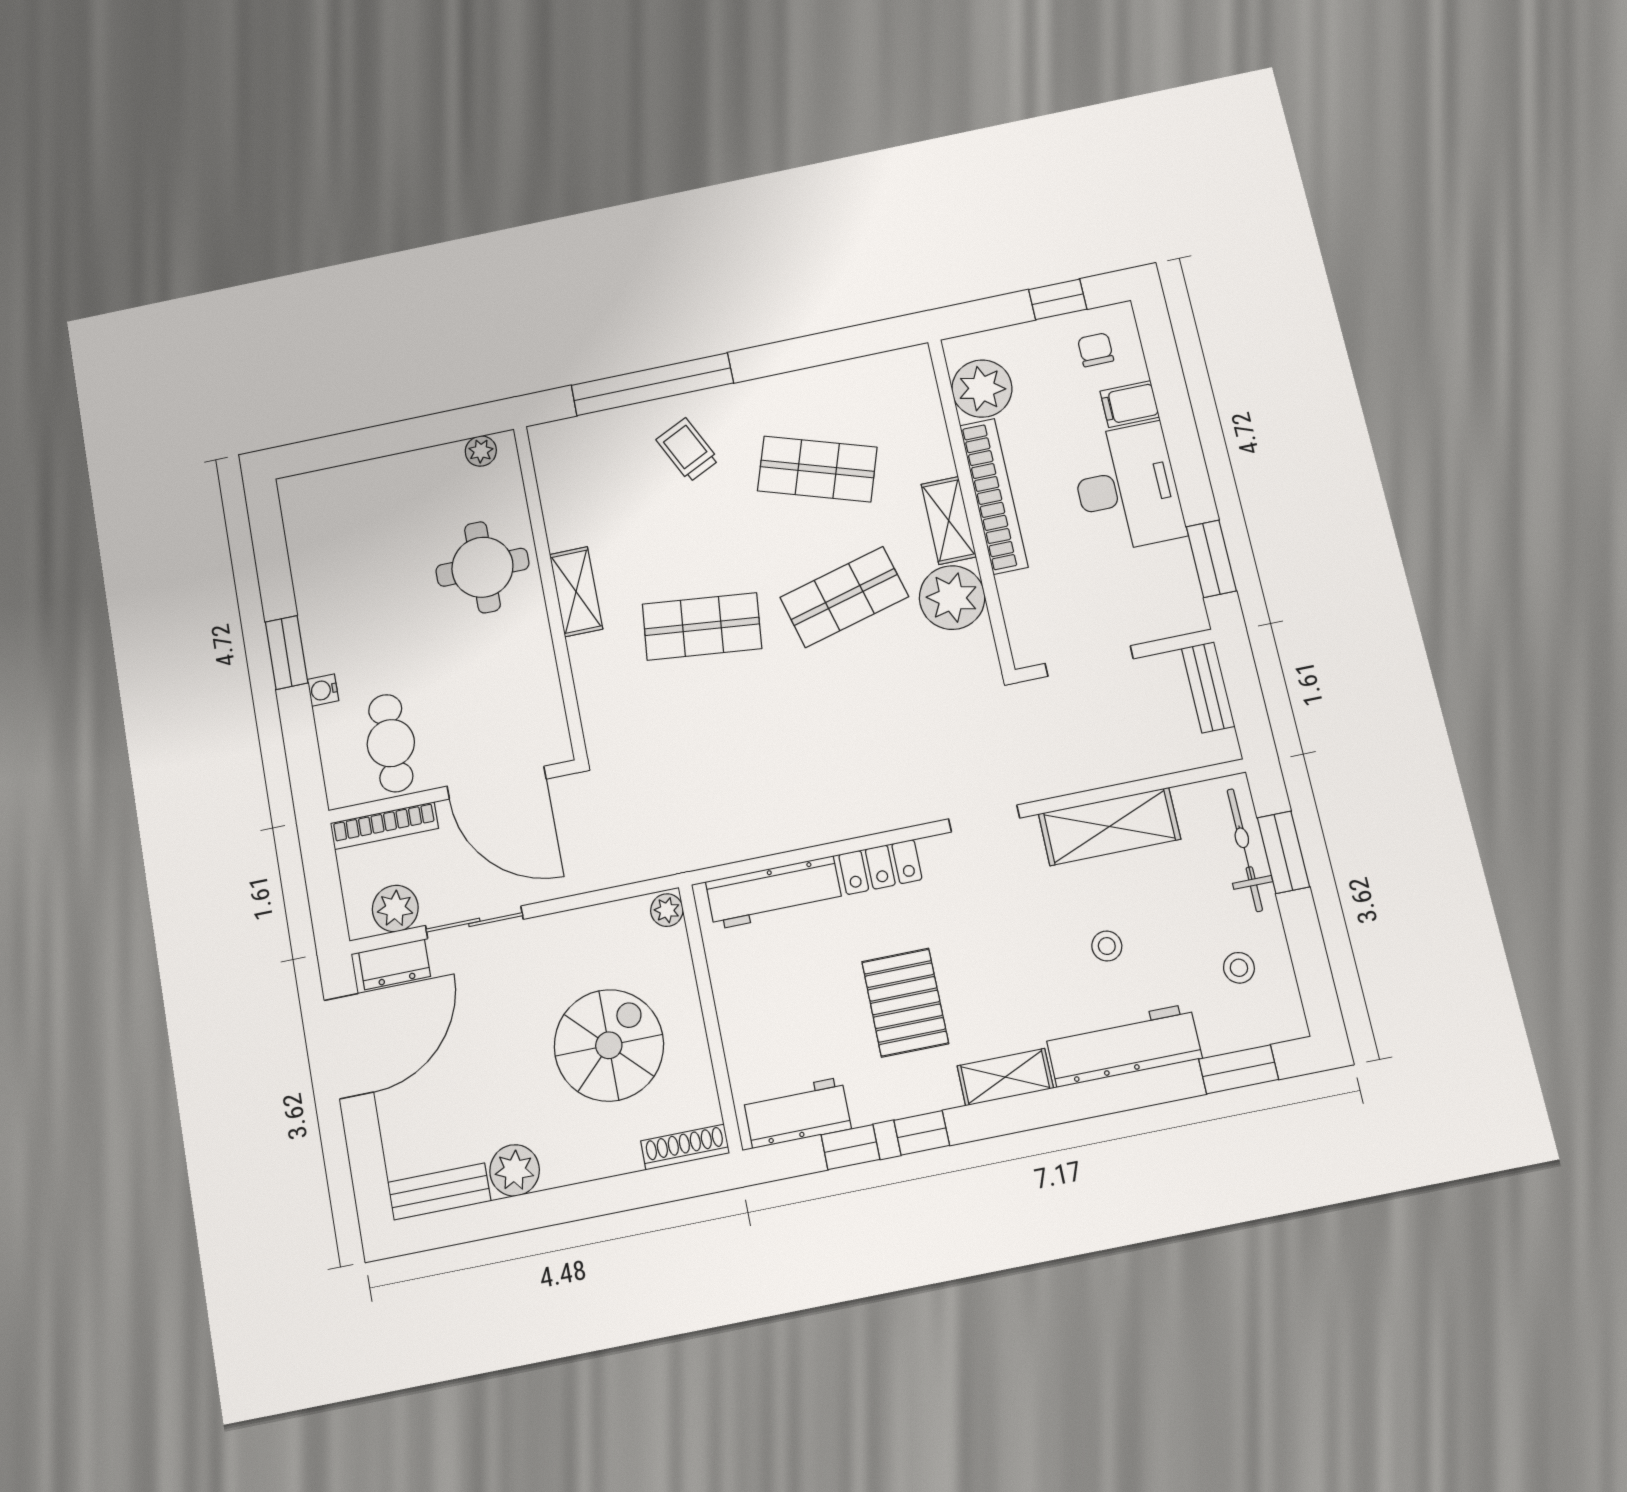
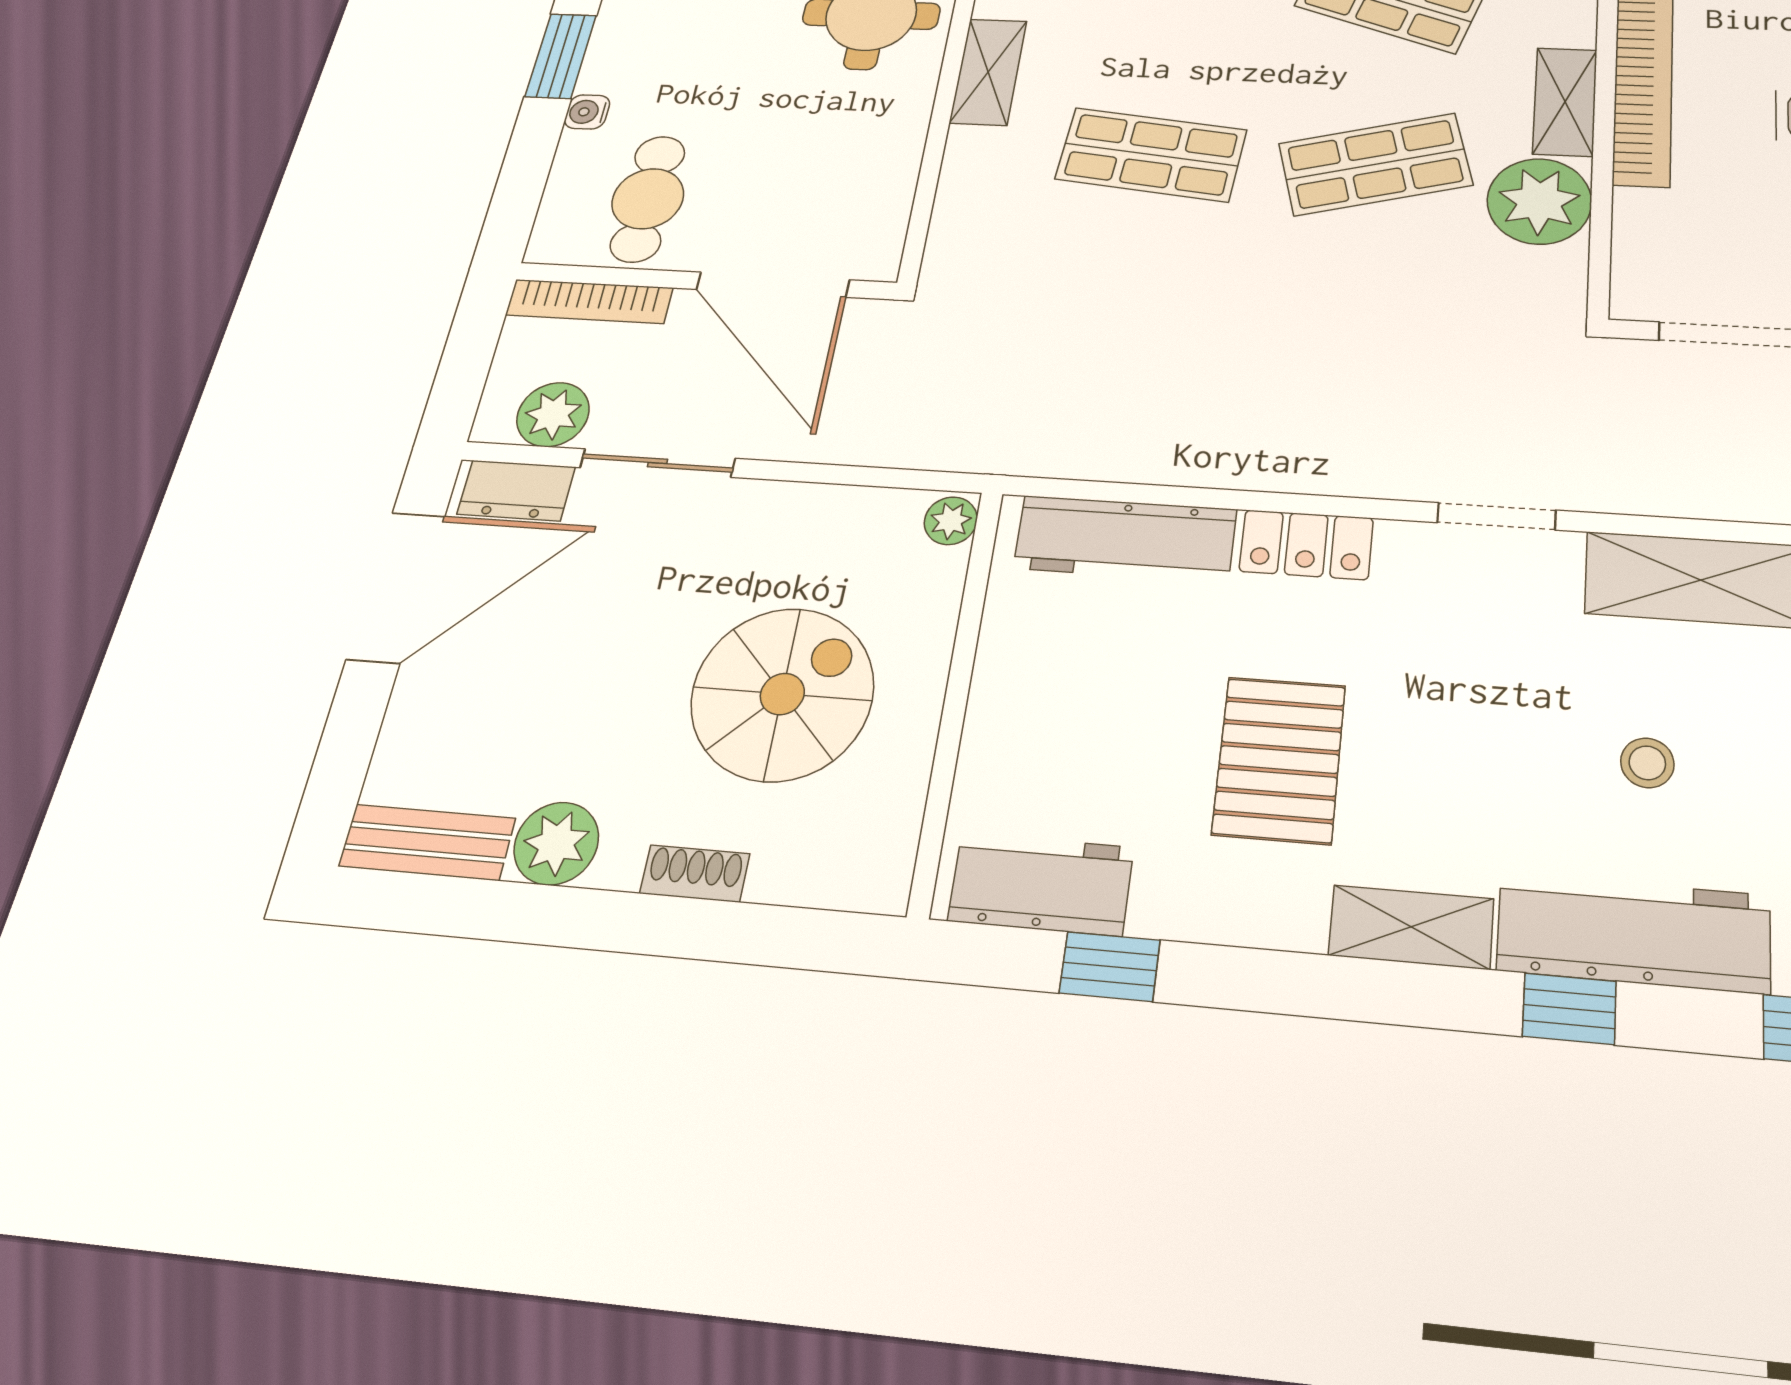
window: (922, 1133) -> (1569, 1009), moved
shoe rack: (685, 1147) -> (695, 873), moved, width x0.70

